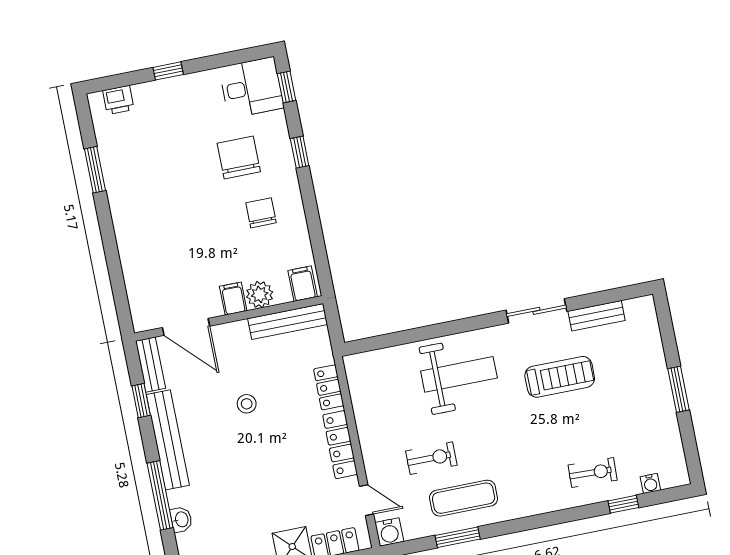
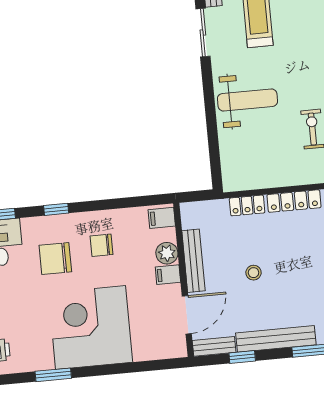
corner desk: (158, 210) -> (90, 327), added
bench: (288, 321) -> (193, 261), moved
weight bench: (459, 374) -> (248, 100), turned 90

